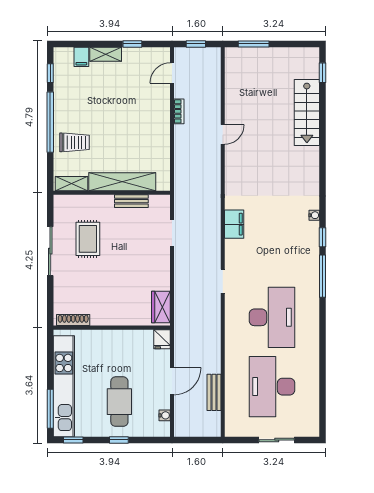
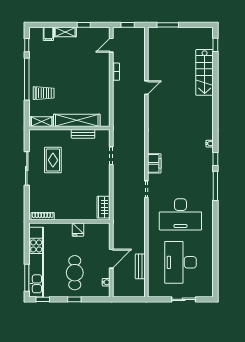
filing cabinet: (234, 224) -> (154, 163), moved
desk: (272, 317) -> (180, 214), turned 90
fridge: (162, 339) -> (78, 230), moved

